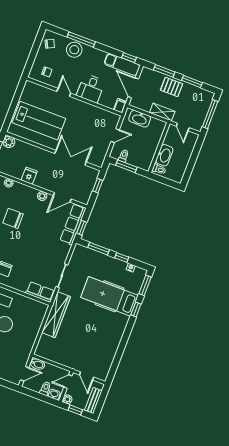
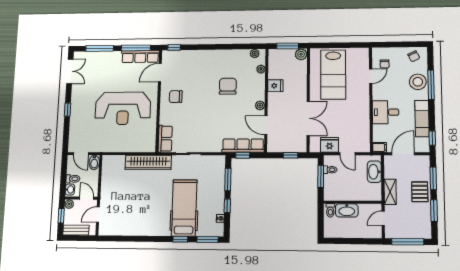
exam couch: (122, 64) -> (422, 119), moved
door: (64, 92) -> (371, 76), moved
fridge: (101, 148) -> (330, 145), added

